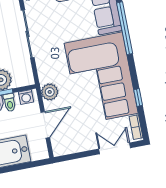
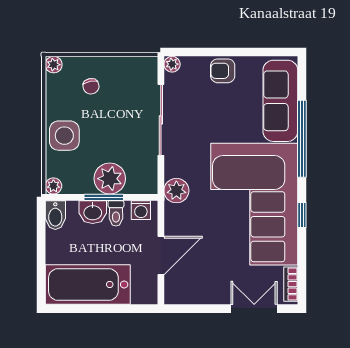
plant: (50, 92) -> (176, 191), moved
window: (138, 97) -> (302, 215), moved

